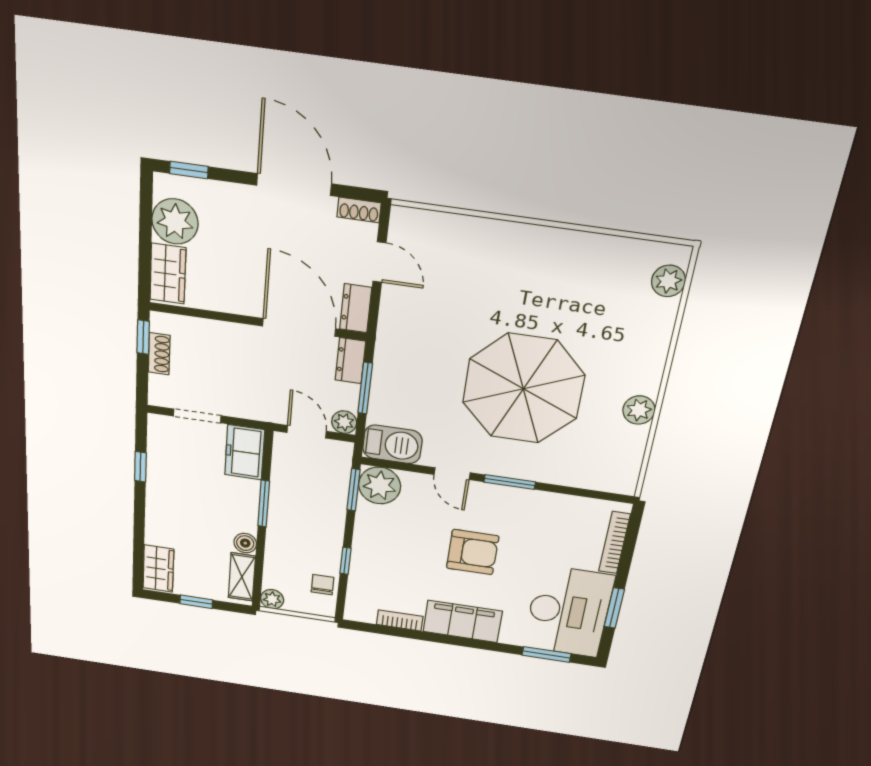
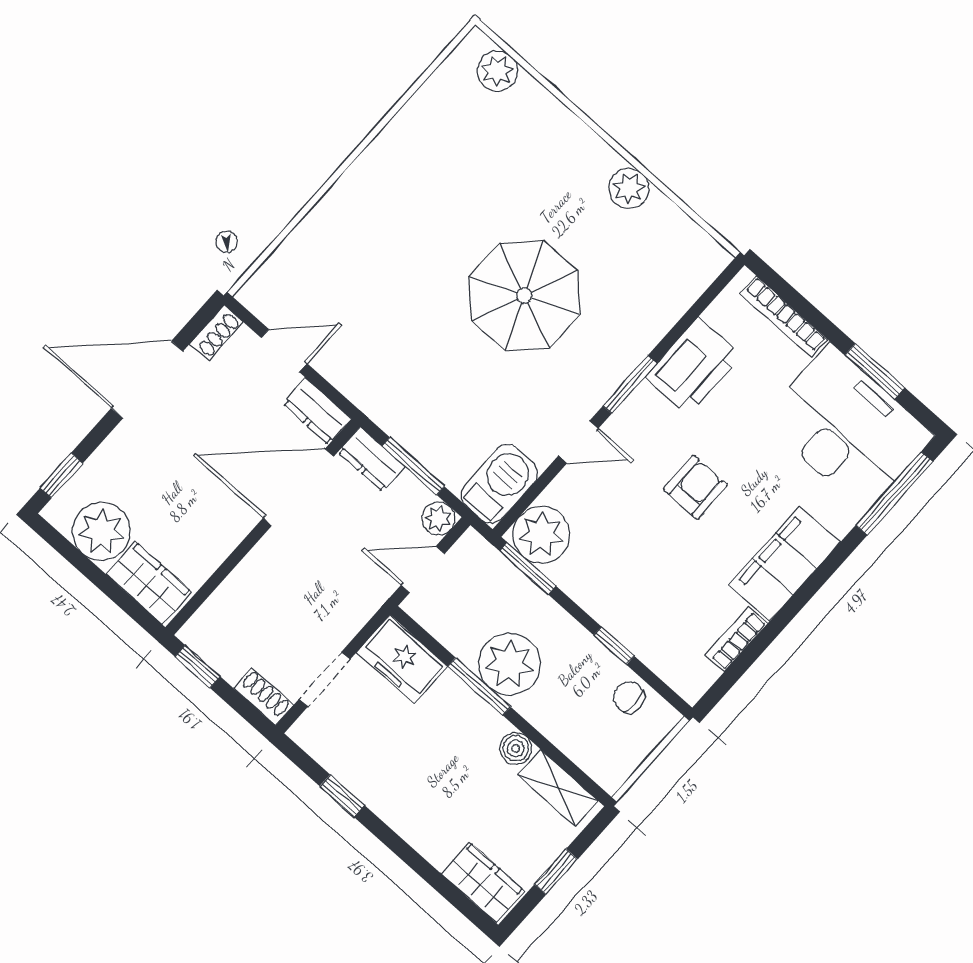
shoe rack: (159, 354) -> (263, 697), moved
parasol: (523, 389) -> (524, 295), width x0.73, depth x0.73
printer: (547, 511) -> (693, 366), added
armchair: (473, 552) -> (695, 487), width x0.72, depth x0.72
plant: (272, 599) -> (509, 664), moved, width x1.87, depth x1.87
window: (547, 654) -> (894, 493), width x1.44

